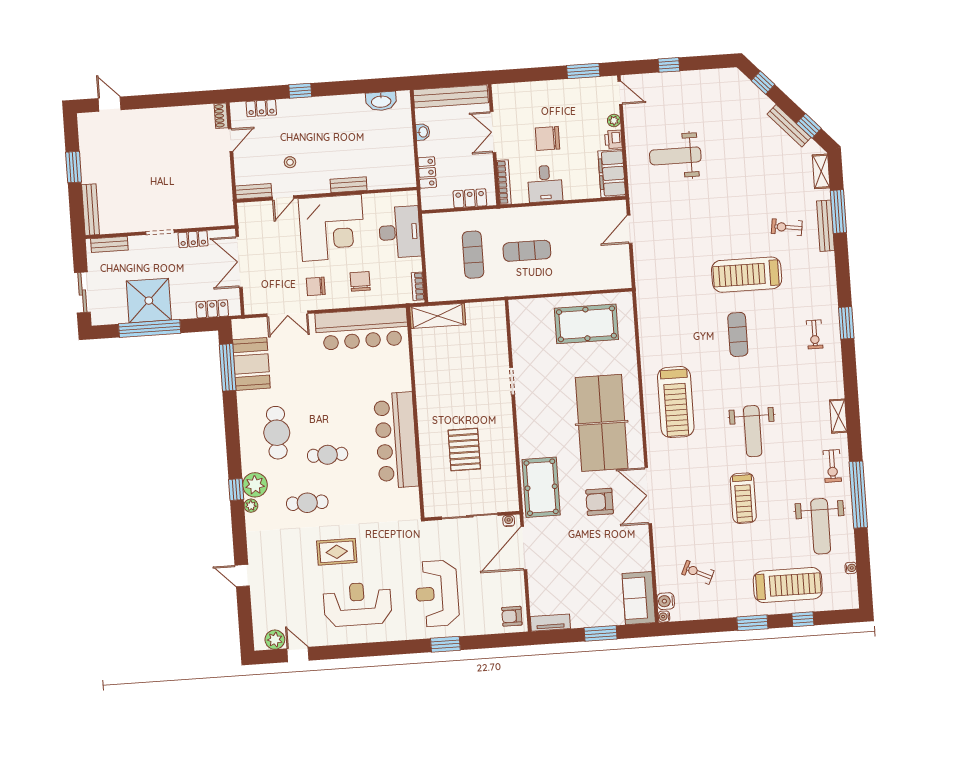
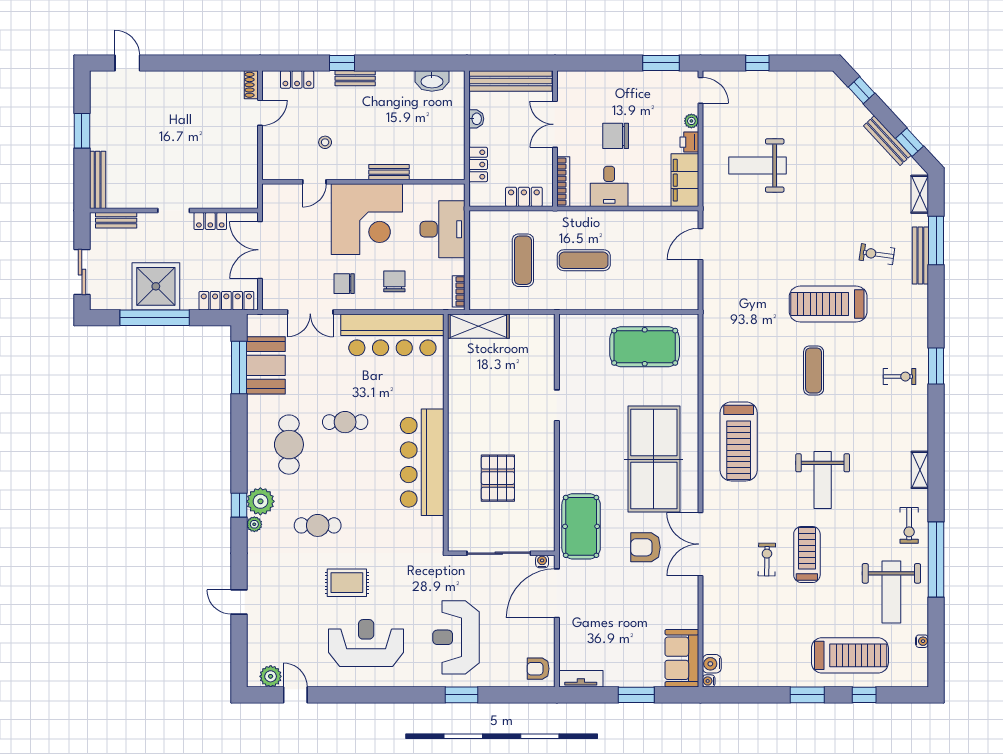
bench: (254, 191) -> (355, 78), moved
locker: (212, 309) -> (226, 301), width x1.53
exercise bike: (815, 334) -> (900, 377), turned -90
cafe table: (328, 455) -> (345, 422), moved
treadmill: (743, 498) -> (807, 554), turned 180
exercise bike: (698, 572) -> (767, 560), moved, turned 66

